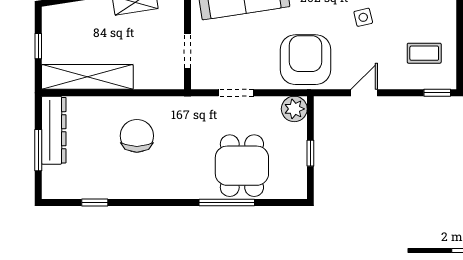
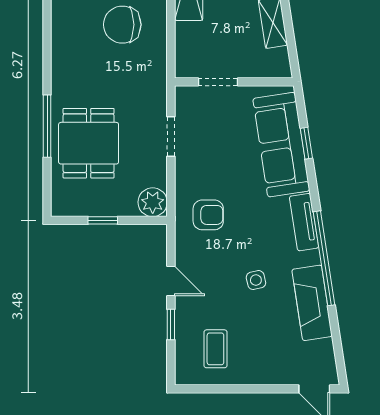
armchair: (306, 60) -> (208, 215), width x0.53, depth x0.53
window: (437, 93) -> (171, 324), moved
chair: (137, 136) -> (122, 25), turned 180
dining table: (242, 166) -> (89, 143), turned 90

